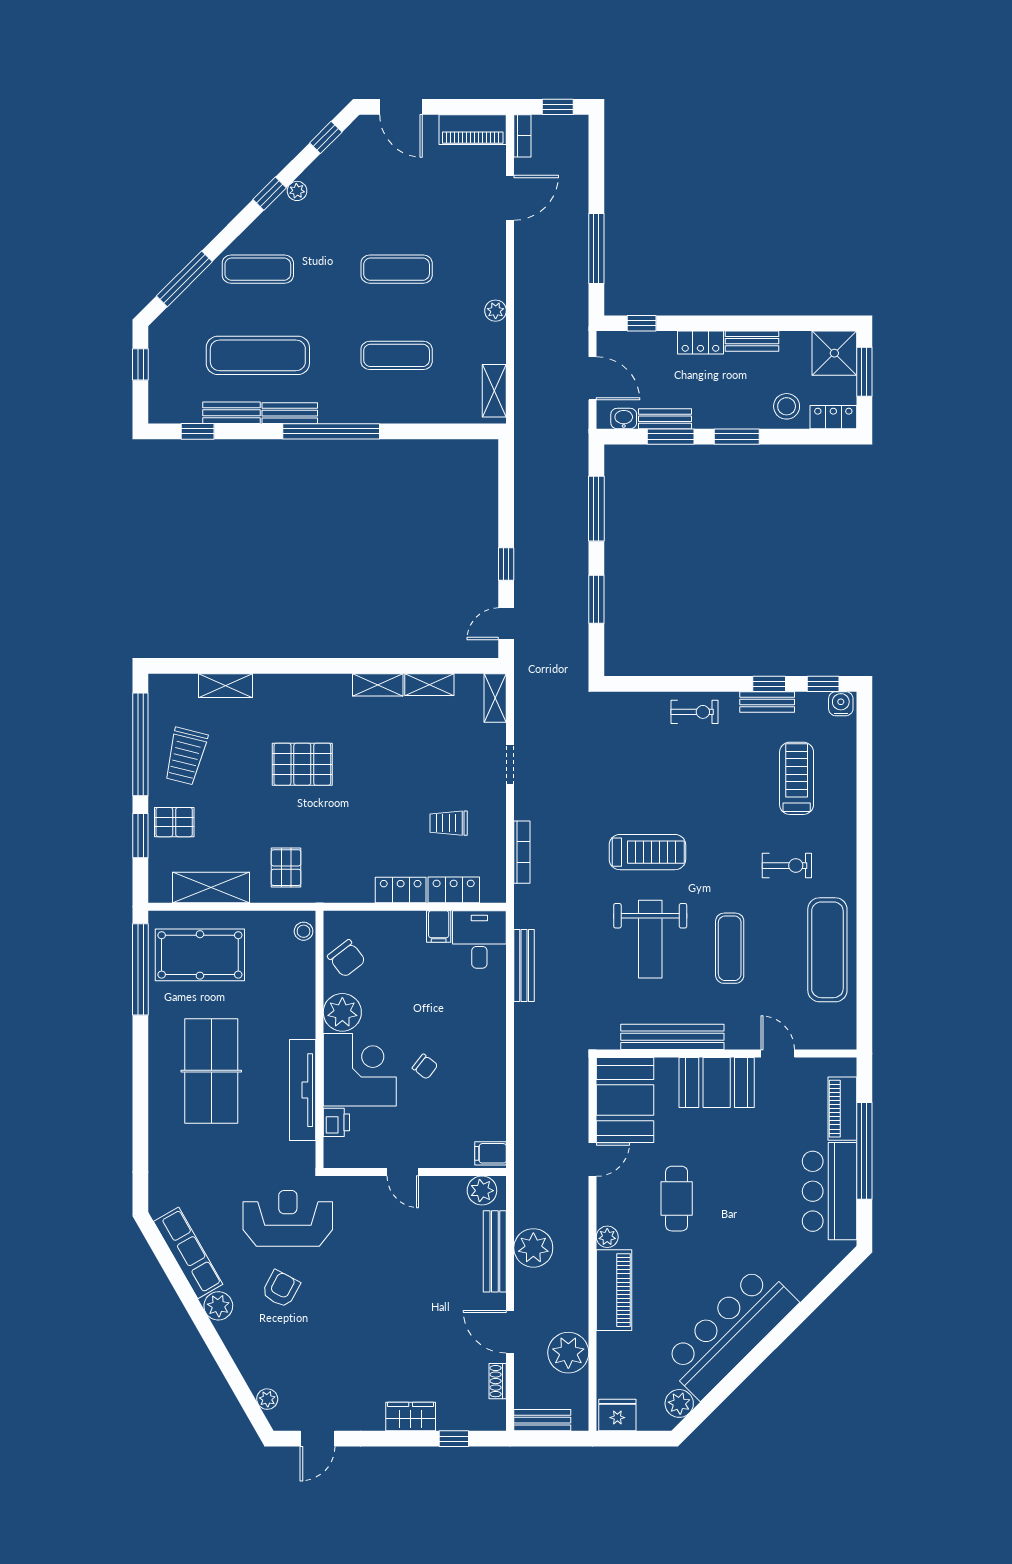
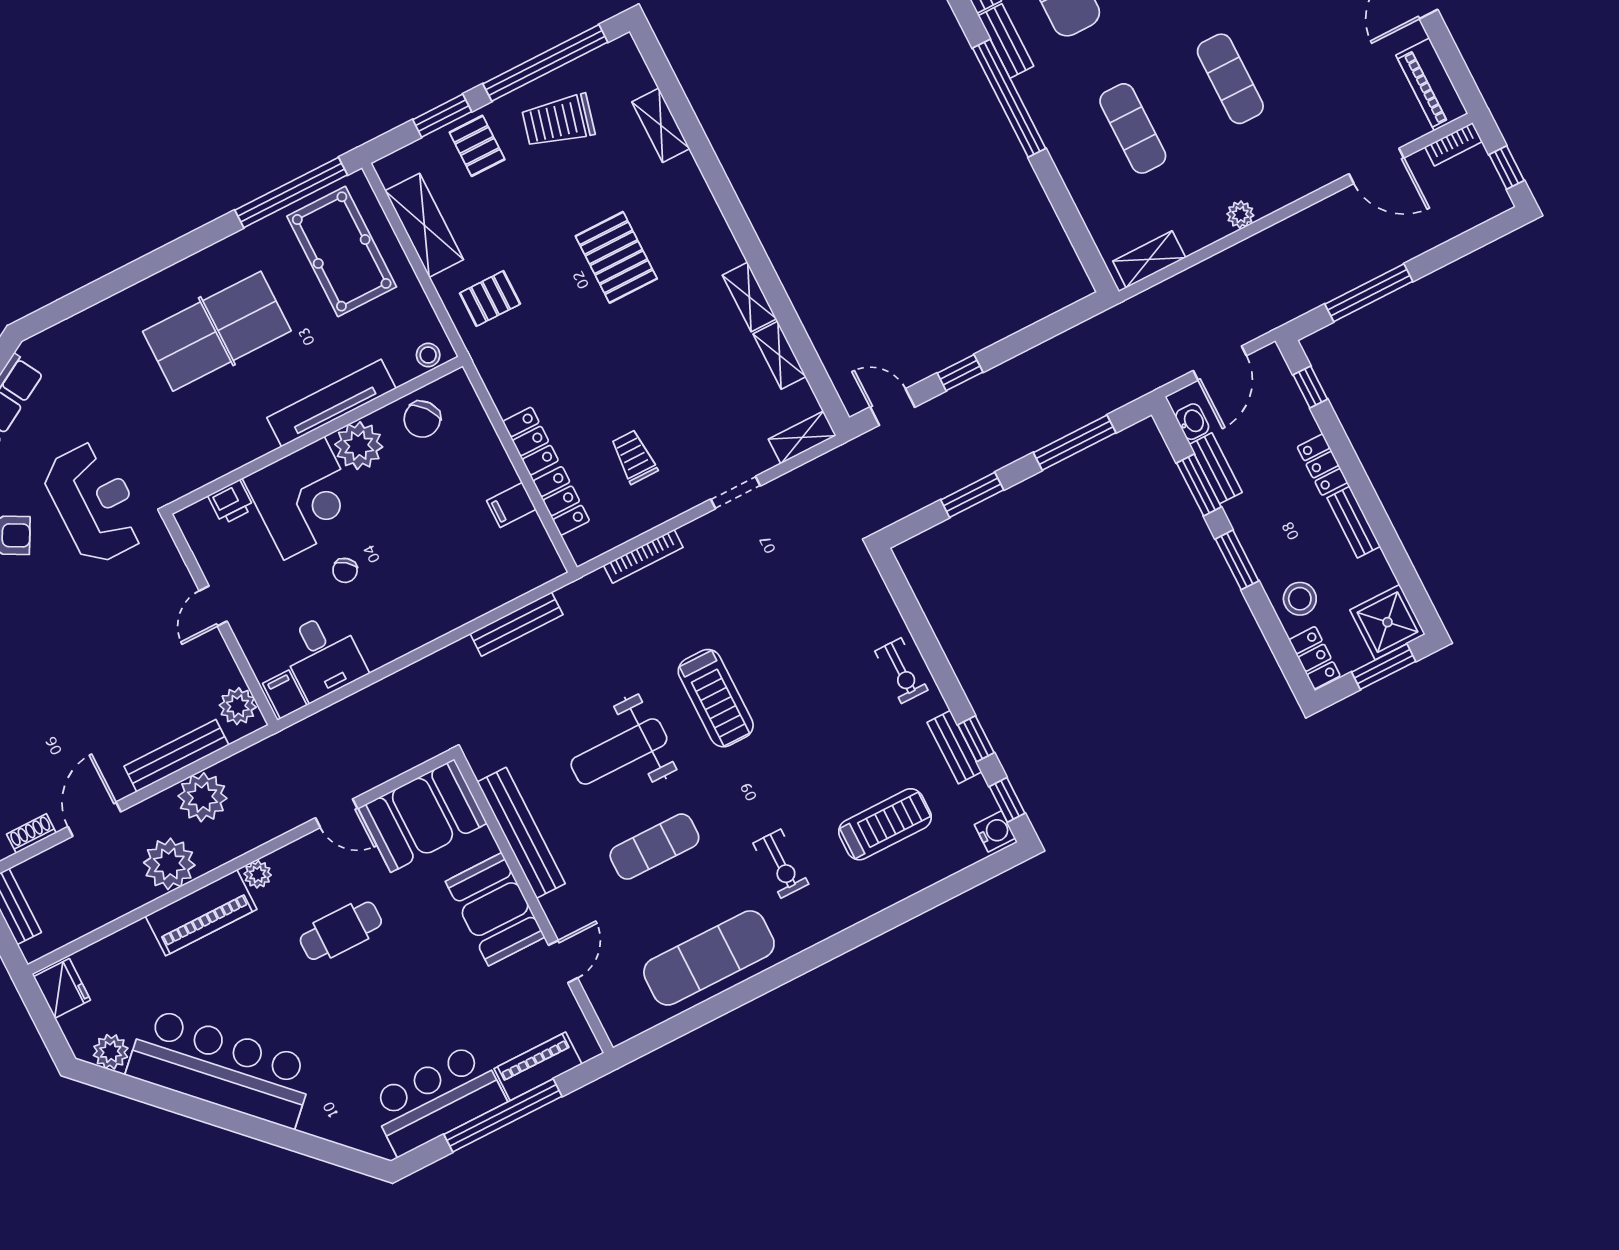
desk: (479, 939) -> (323, 656), moved, turned 90
tv unit: (303, 1090) -> (331, 403), moved
plant: (568, 1353) -> (169, 864), moved

